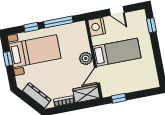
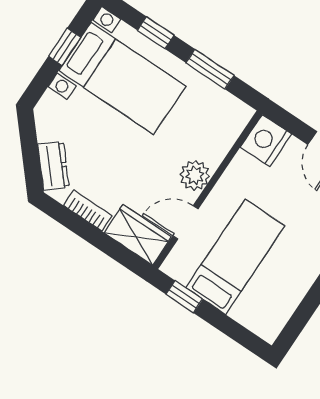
window: (58, 22) -> (210, 69), width x0.69
bed: (117, 52) -> (235, 257), moved, turned -90
dresser: (37, 95) -> (53, 166), width x0.70

